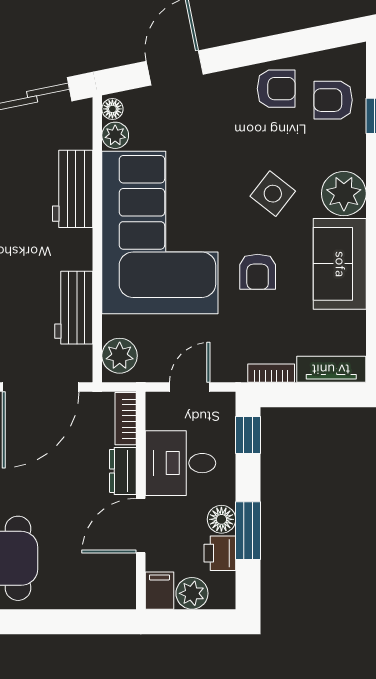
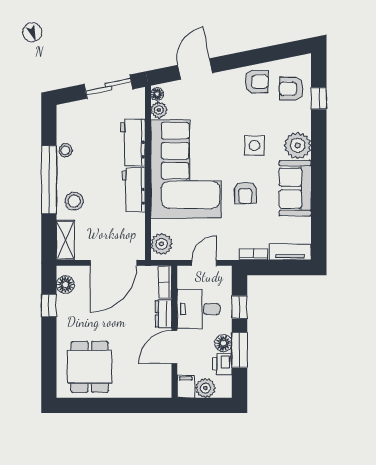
side table: (273, 194) -> (255, 145), turned -38
workbench: (74, 308) -> (134, 190), moved
window: (248, 435) -> (239, 307), moved

